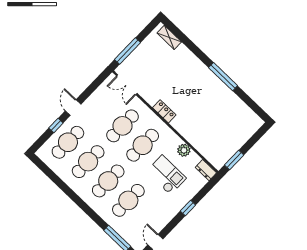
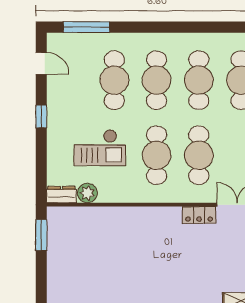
locker: (164, 111) -> (199, 215), moved
plant: (184, 150) -> (87, 193), moved
window: (188, 208) -> (41, 116), moved

